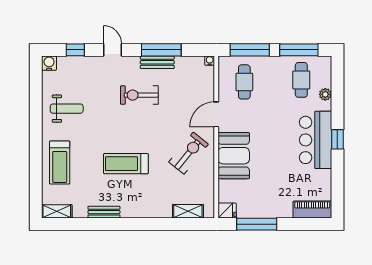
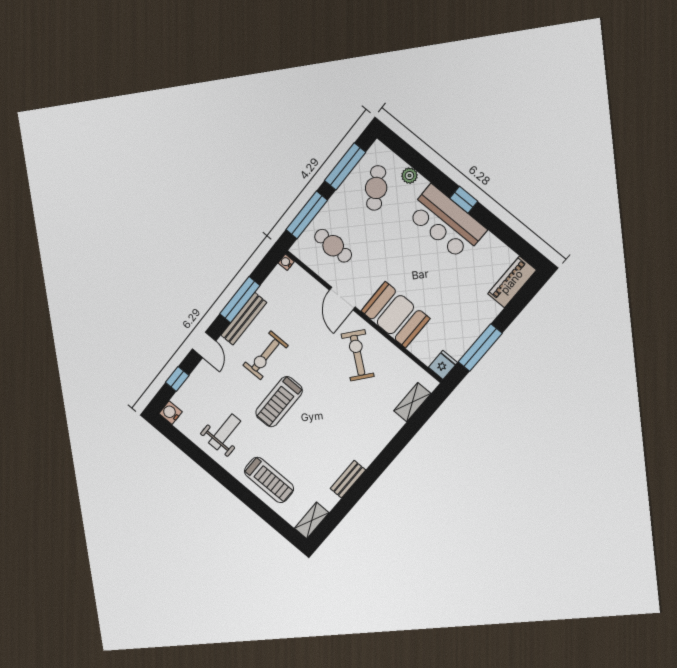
door: (113, 50) -> (204, 345), swing flipped
bench: (157, 62) -> (244, 319), width x1.36
cafe table: (301, 80) -> (376, 188), turned 58
treadmill: (126, 164) -> (279, 402), moved

